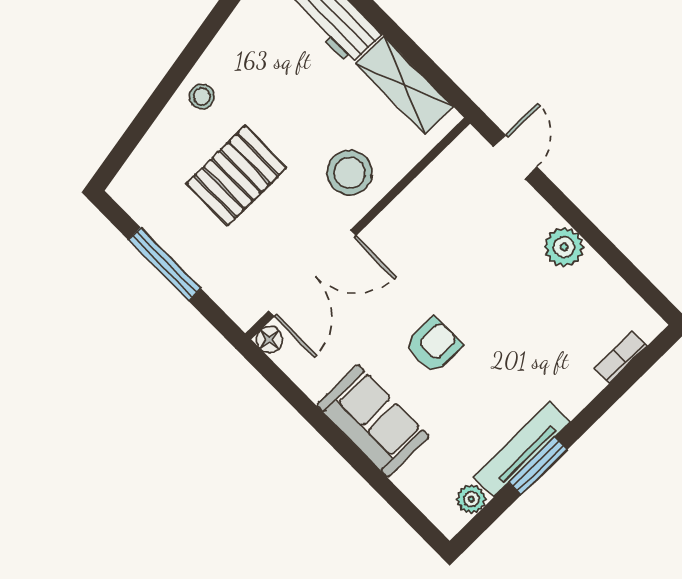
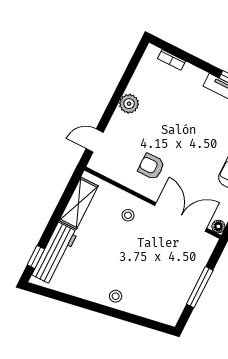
stool: (350, 173) -> (128, 215), width x0.53, depth x0.53
pallet: (237, 176) -> (147, 268), removed
armchair: (434, 345) -> (151, 167), moved

